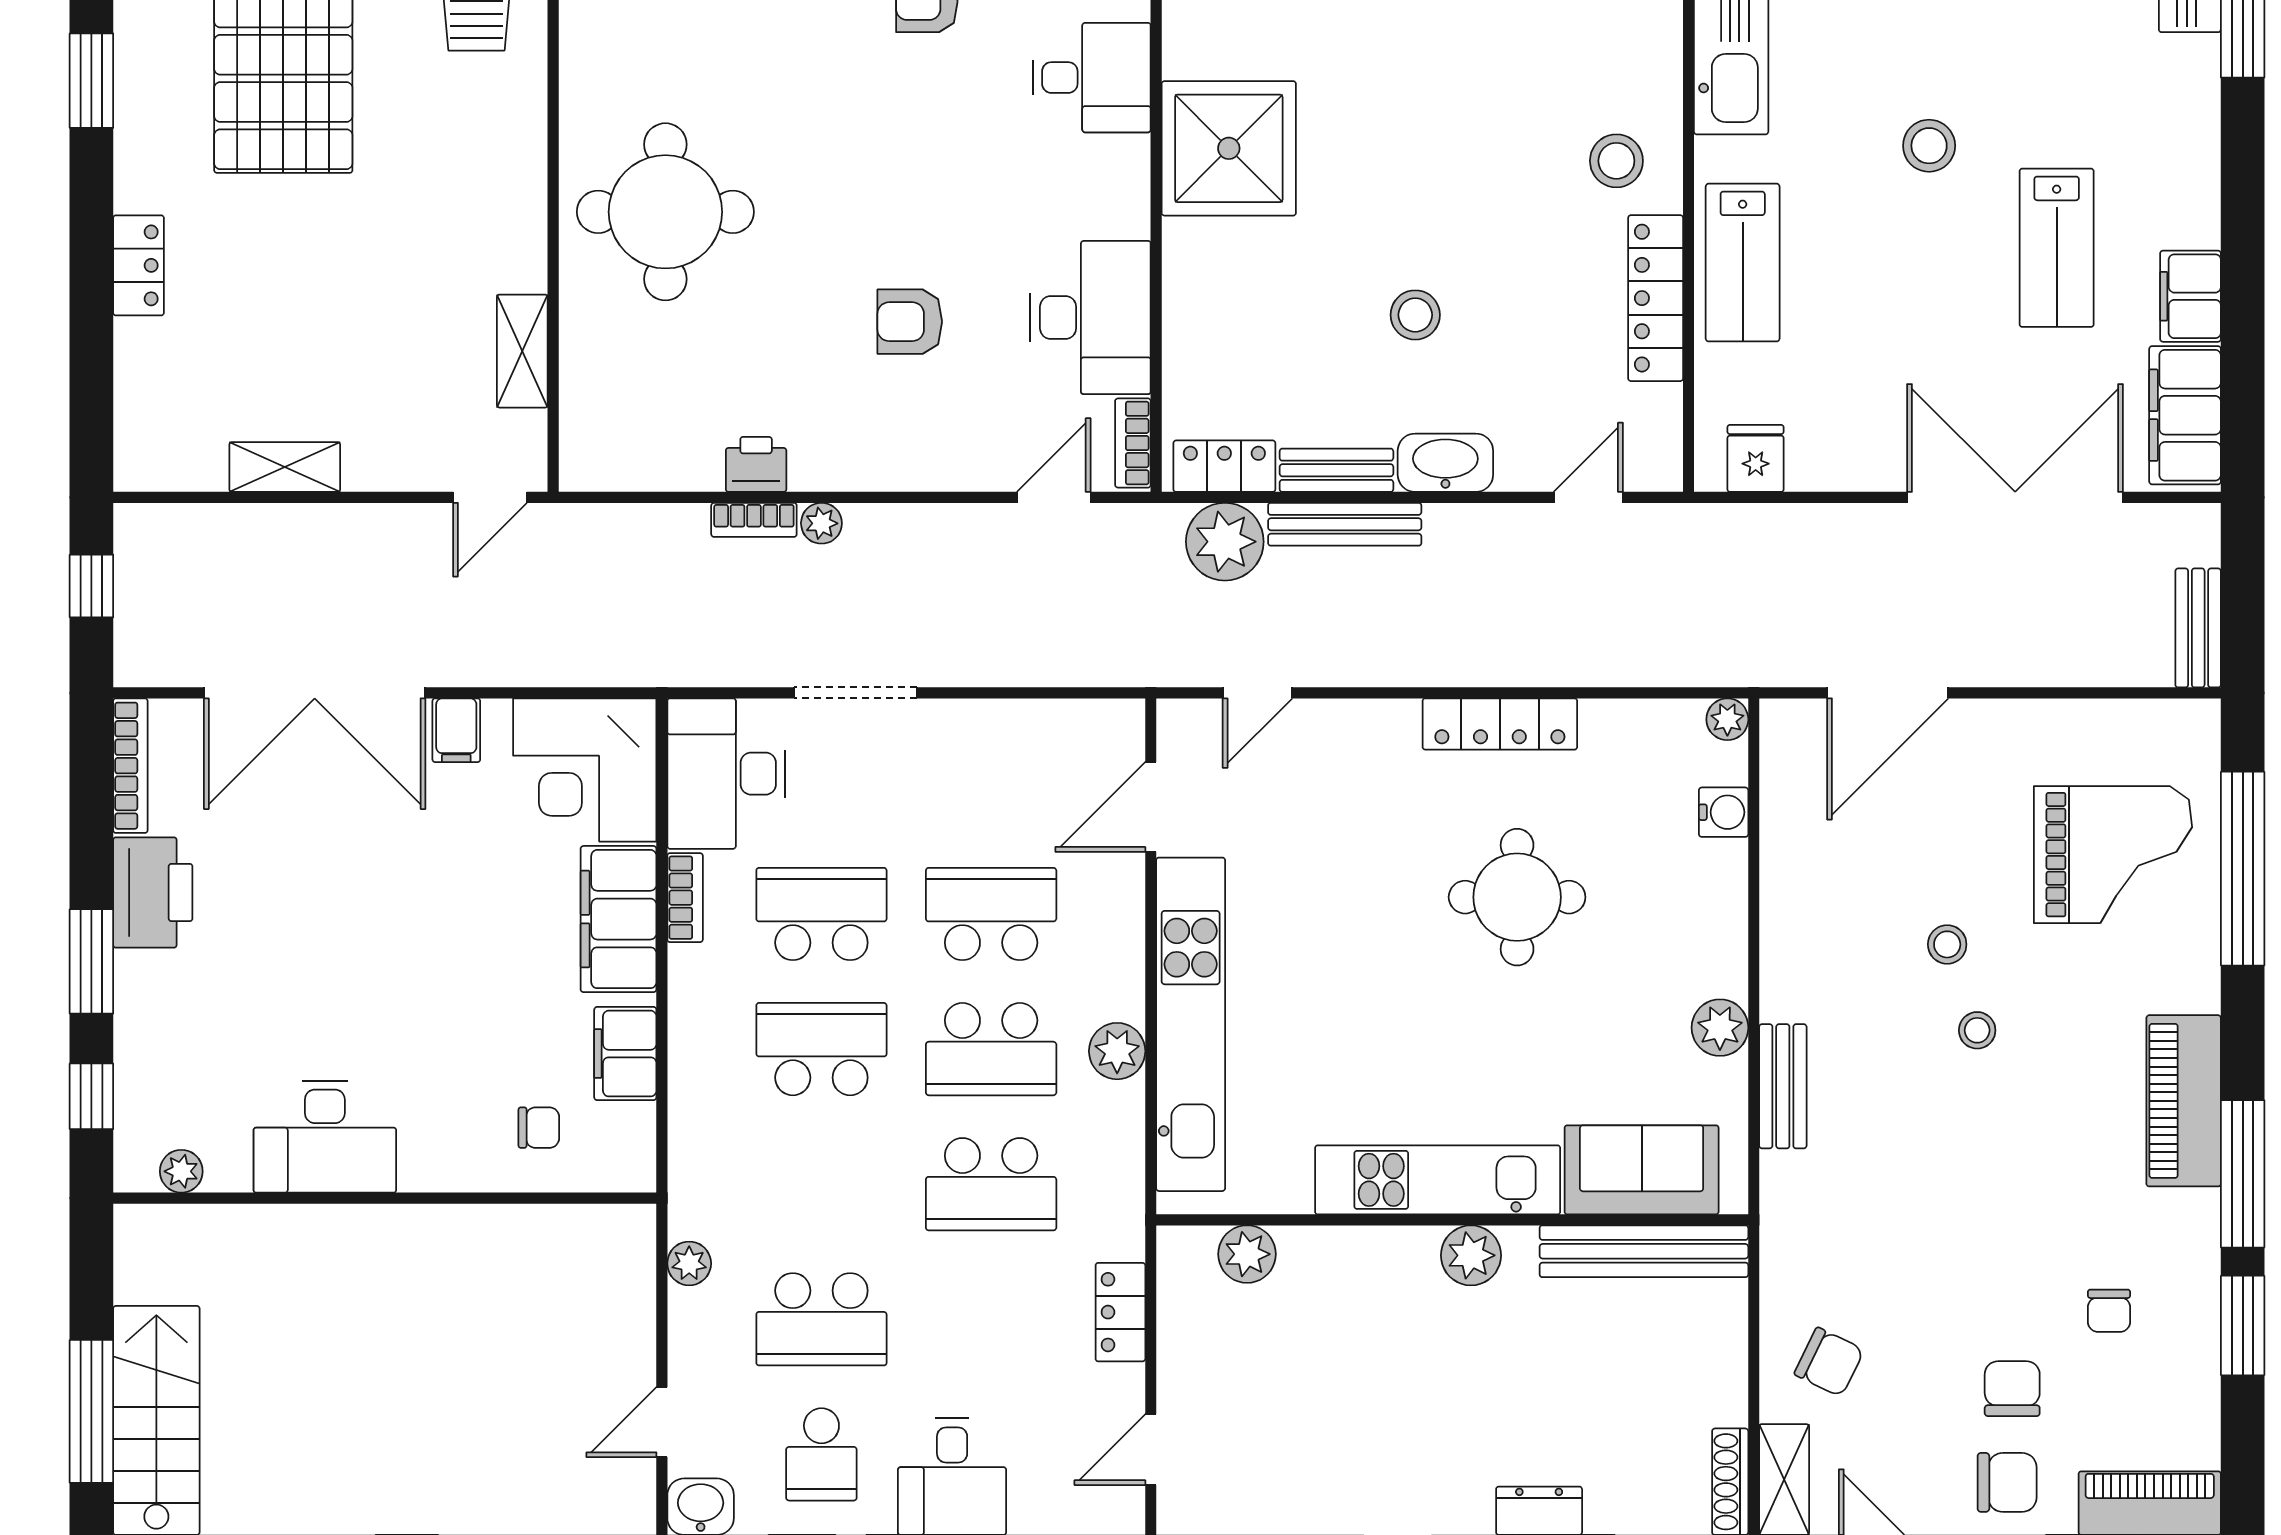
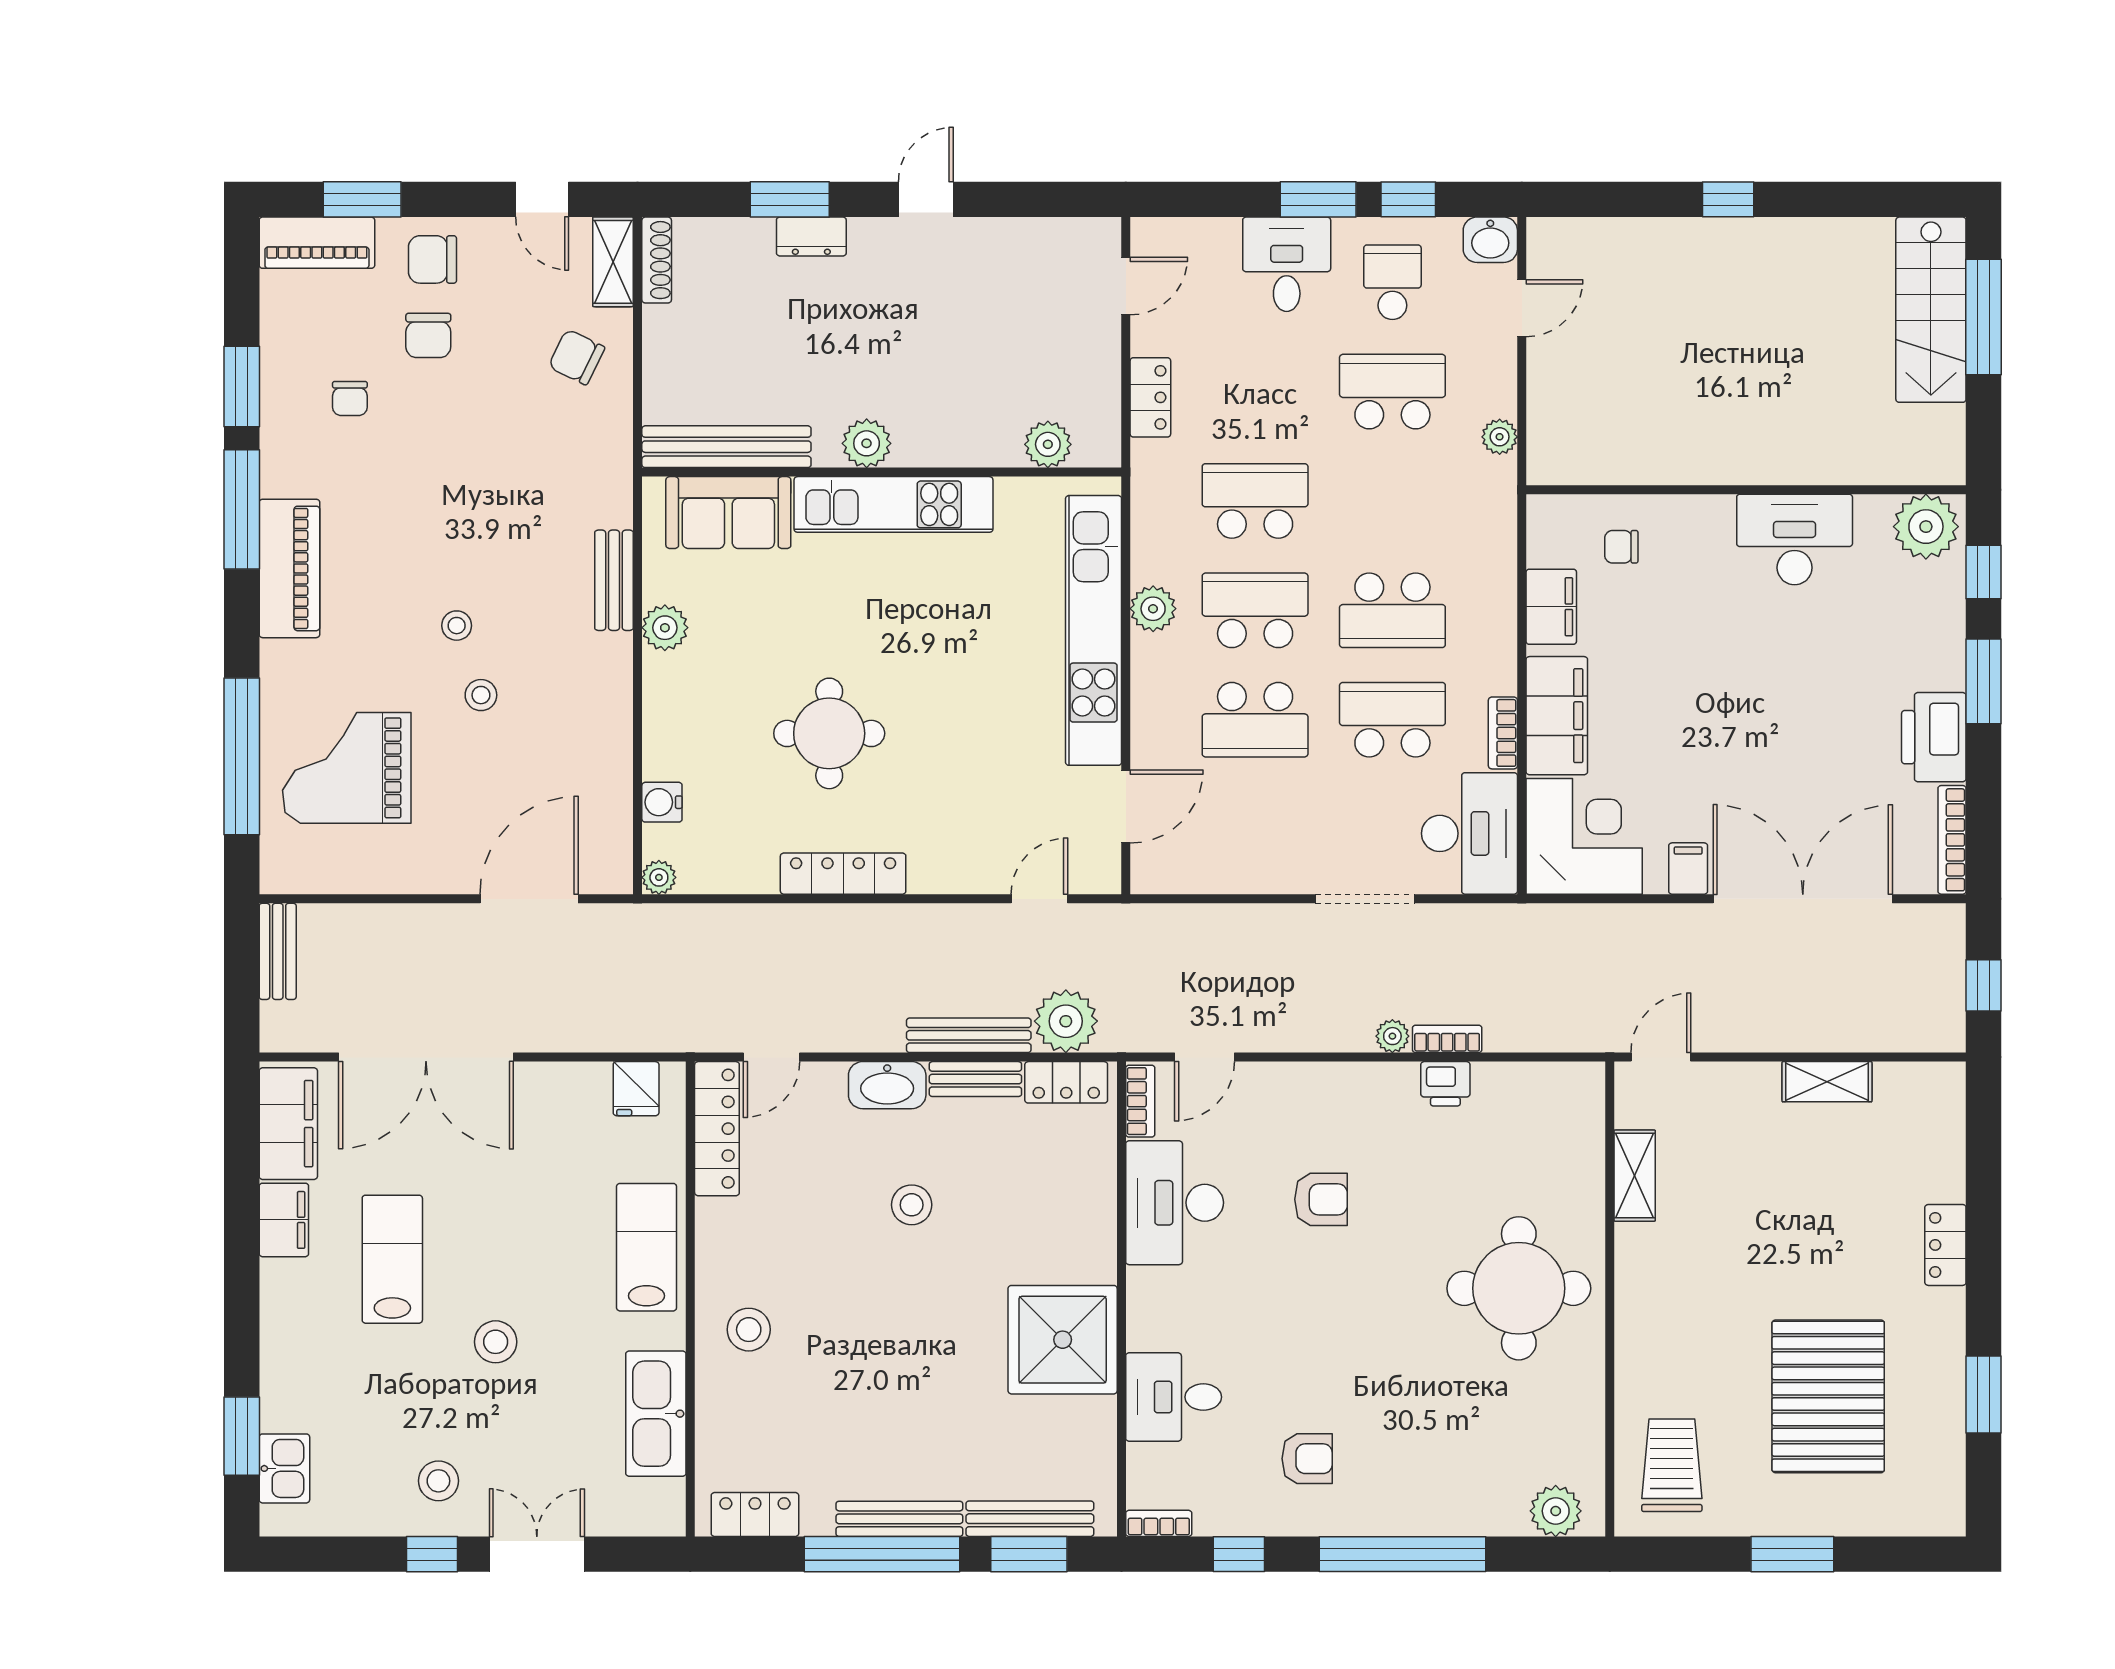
locker: (1656, 298) -> (717, 1129), moved
school desk: (821, 914) -> (1392, 720), turned 180
plant: (181, 1171) -> (1926, 527), width x1.88, depth x1.88
chair: (2109, 1311) -> (350, 398), turned 180

